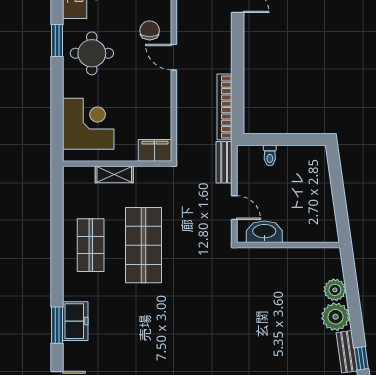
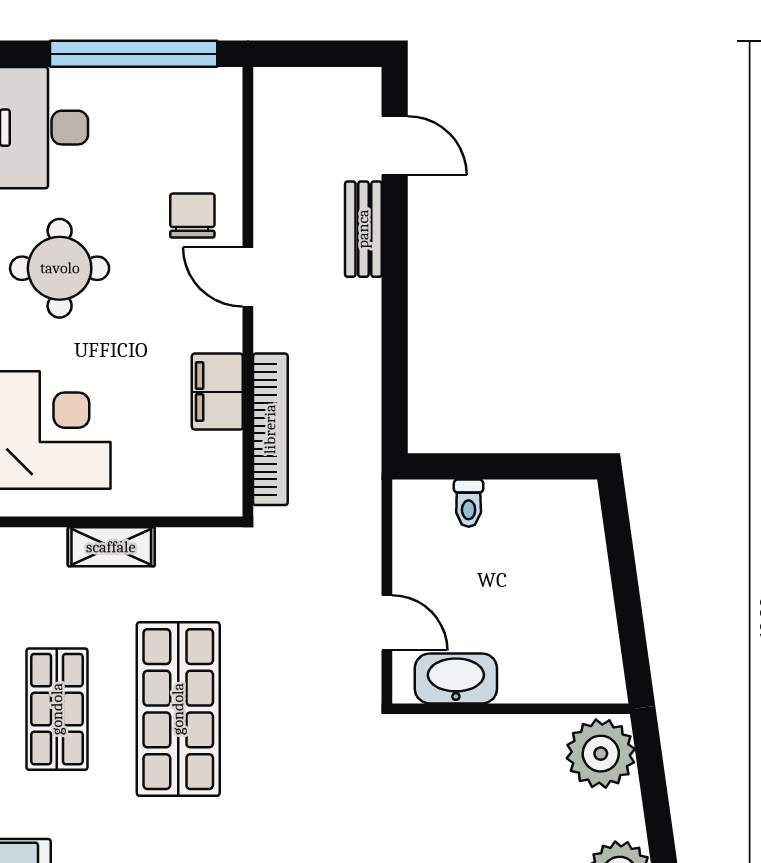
bookcase: (225, 107) -> (270, 429), moved, turned 180
filing cabinet: (155, 150) -> (217, 392), moved, turned -90
bench: (224, 162) -> (363, 229), moved
plant: (335, 290) -> (601, 754), moved, width x1.36, depth x1.36

